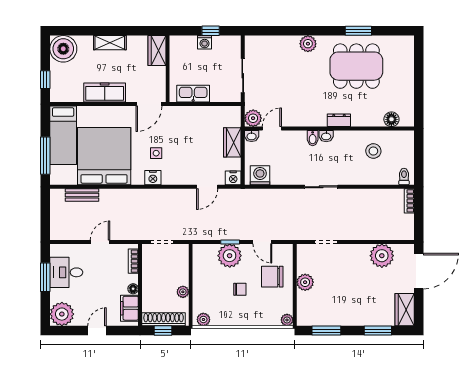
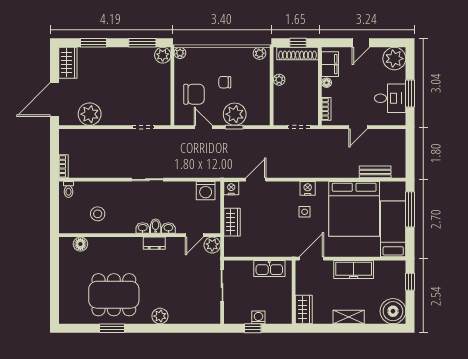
dresser: (339, 120) -> (154, 243), moved
washbasin: (252, 136) -> (168, 228), moved
plant: (305, 282) -> (163, 55), moved

